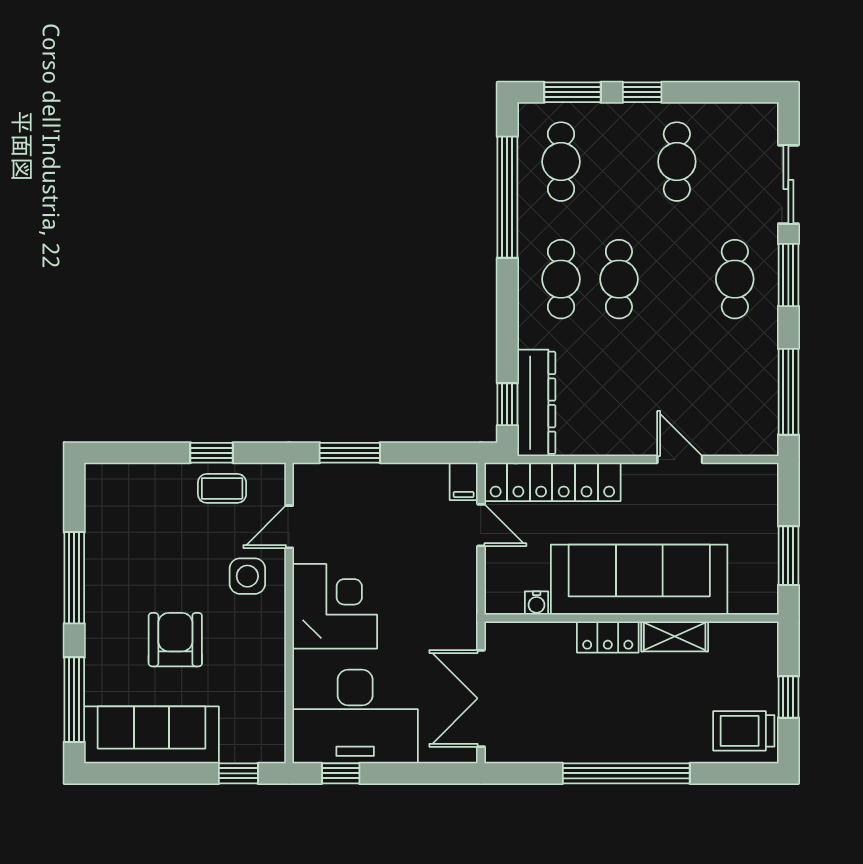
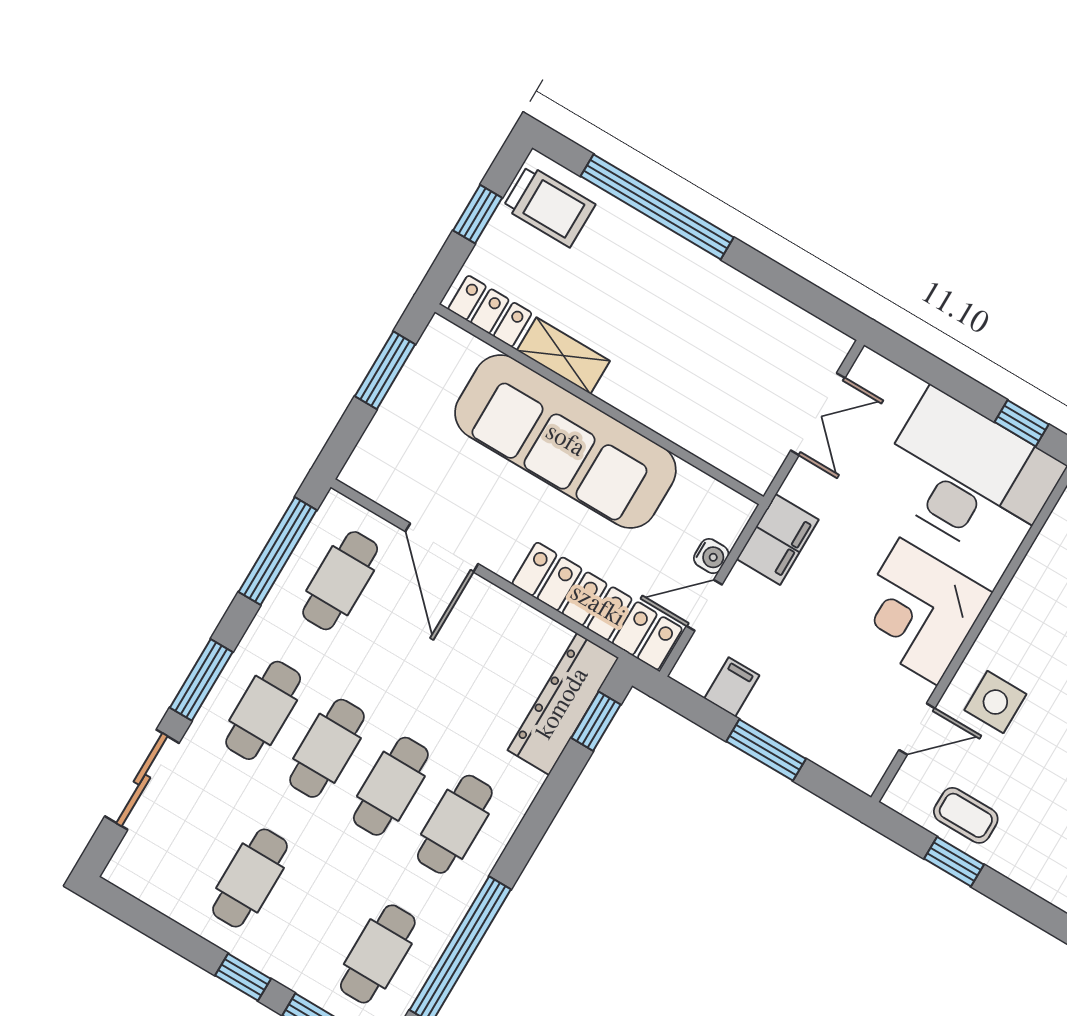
cafe table: (677, 279) -> (327, 748), added
cafe table: (735, 397) -> (340, 581), added
window: (350, 453) -> (766, 750), moved
door: (680, 459) -> (442, 548), width x1.38
filing cabinet: (464, 481) -> (732, 687), moved
door: (481, 525) -> (704, 605), hinge flipped
filing cabinet: (458, 598) -> (778, 539), added
water cooler: (537, 603) -> (711, 556), moved, turned 90
locker: (608, 637) -> (490, 311), moved
double door: (481, 698) -> (818, 414), width x0.73
window: (626, 773) -> (657, 207), moved

